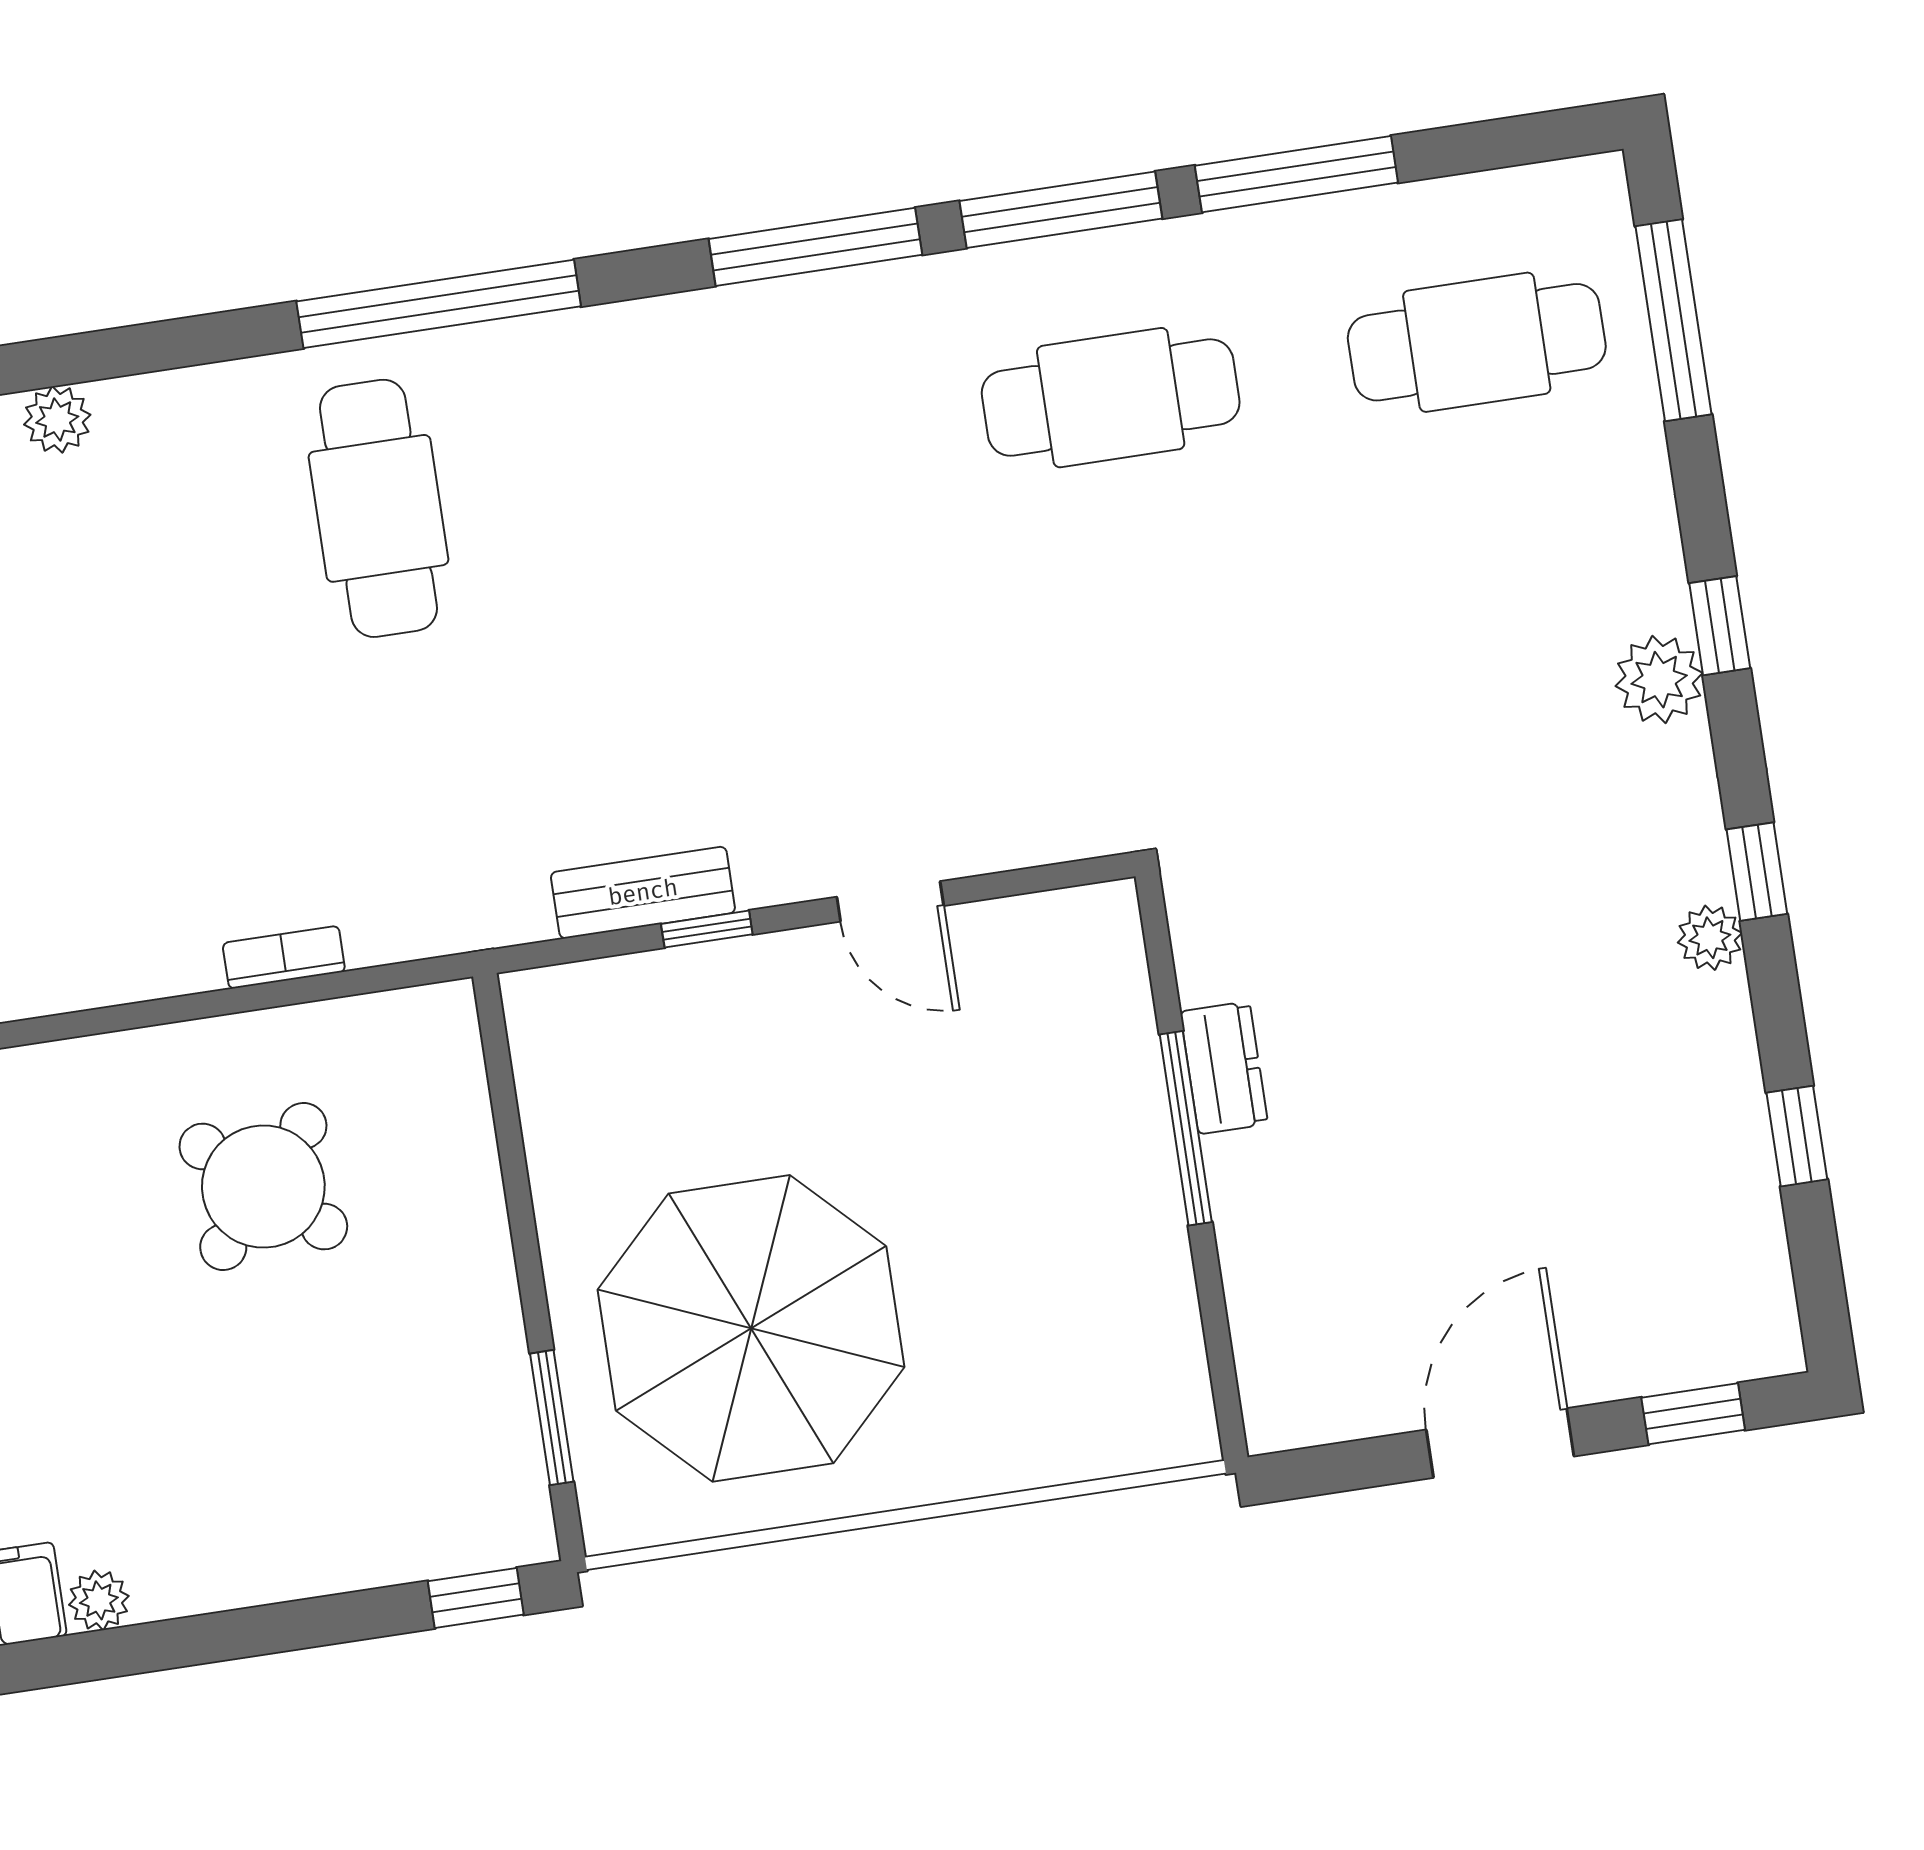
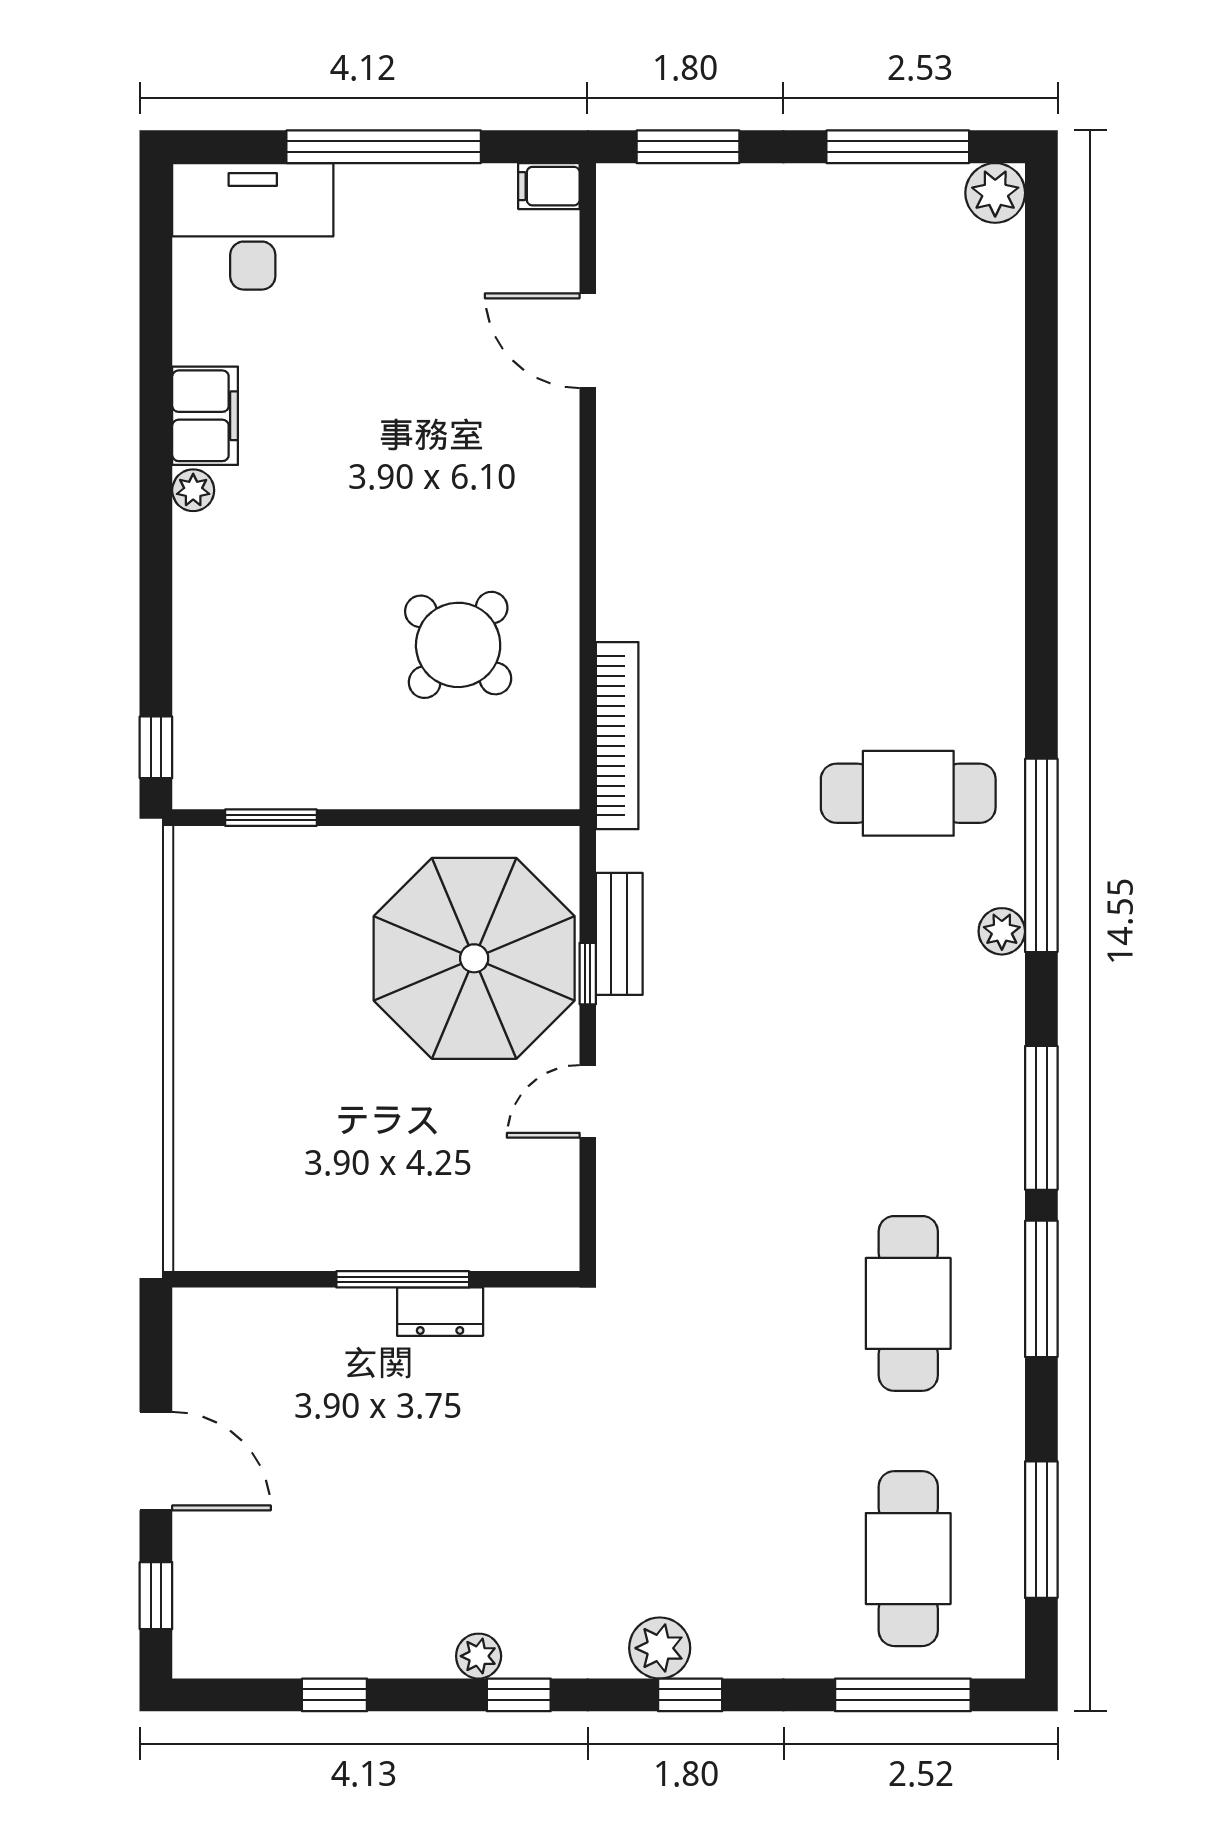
window: (1296, 174) -> (1041, 1530), moved
plant: (57, 420) -> (1002, 931), moved
bookcase: (284, 957) -> (617, 736), width x2.31, depth x1.31
parasol: (751, 1328) -> (474, 958), moved

